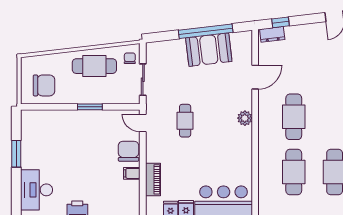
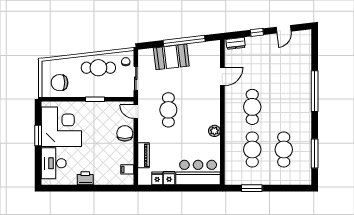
window: (281, 22) -> (257, 32), moved
booth: (209, 50) -> (171, 57), moved
chair: (44, 85) -> (60, 83), turned 180
plant: (245, 118) -> (214, 131), moved
cafe table: (185, 121) -> (168, 110), width x1.37, depth x1.35
corner desk: (46, 143) -> (61, 127), added
filing cabinet: (132, 173) -> (127, 169), moved

